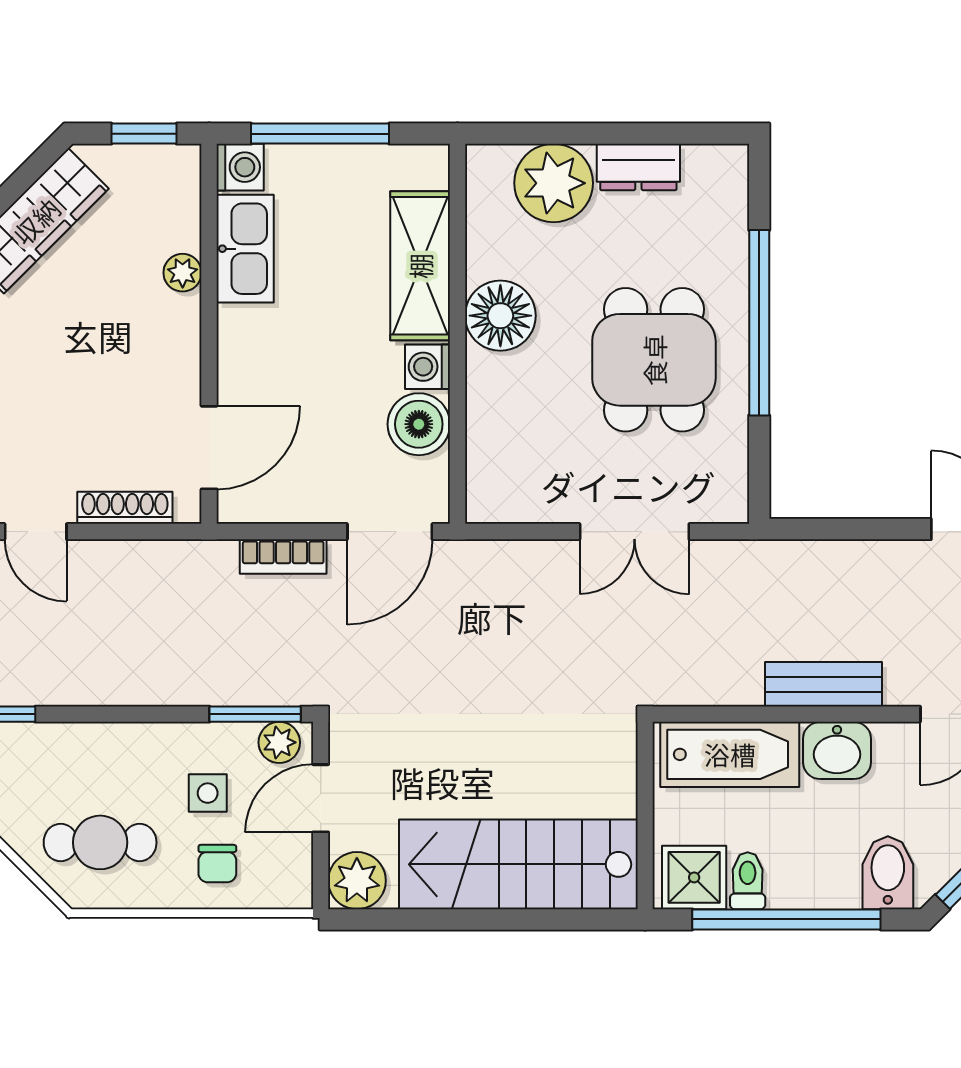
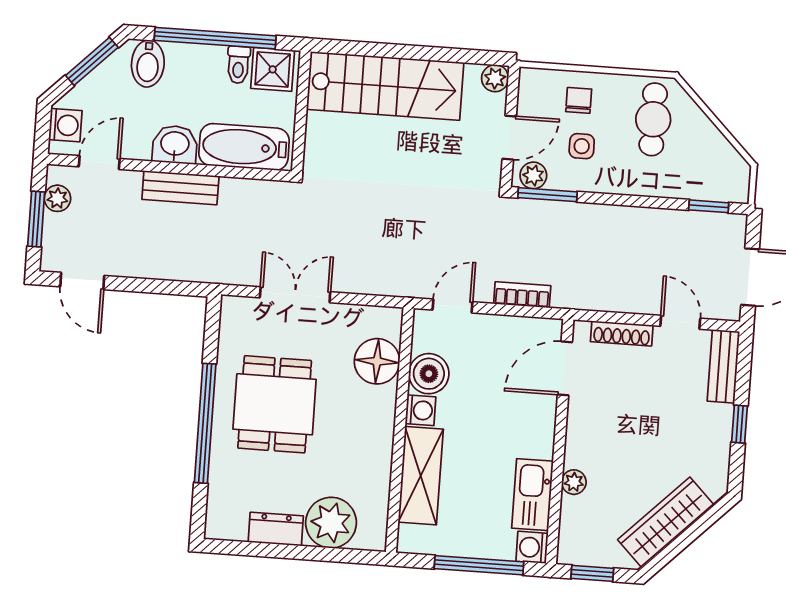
floor lamp: (500, 316) -> (377, 361), moved
door: (390, 532) -> (452, 306), width x0.73
cafe table: (100, 842) -> (653, 119), turned 90
plant: (357, 881) -> (495, 78), width x0.73, depth x0.73

